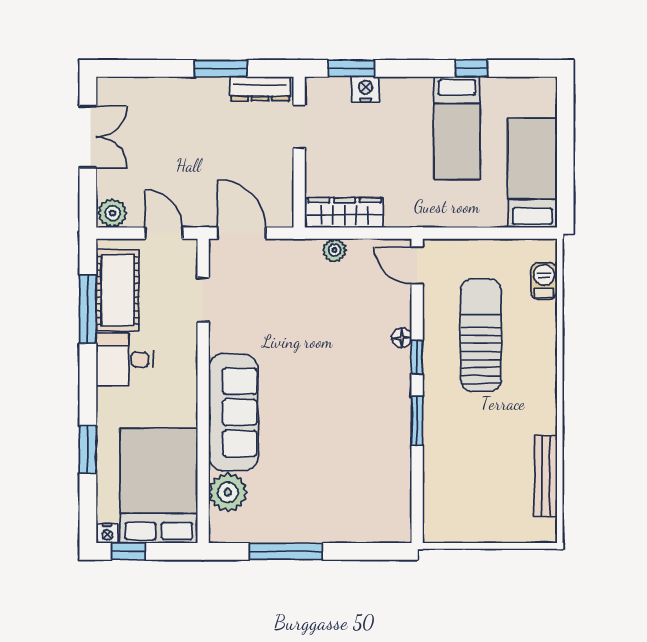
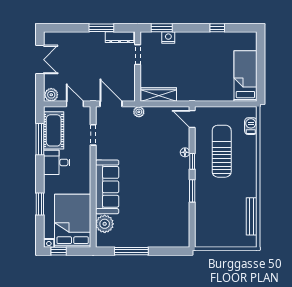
bed: (457, 128) -> (211, 55), removed
plant: (335, 250) -> (139, 112), moved

